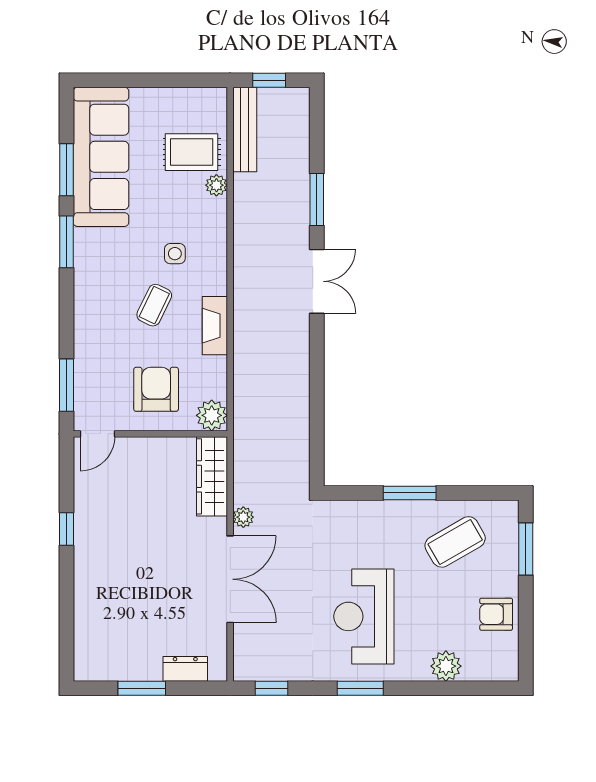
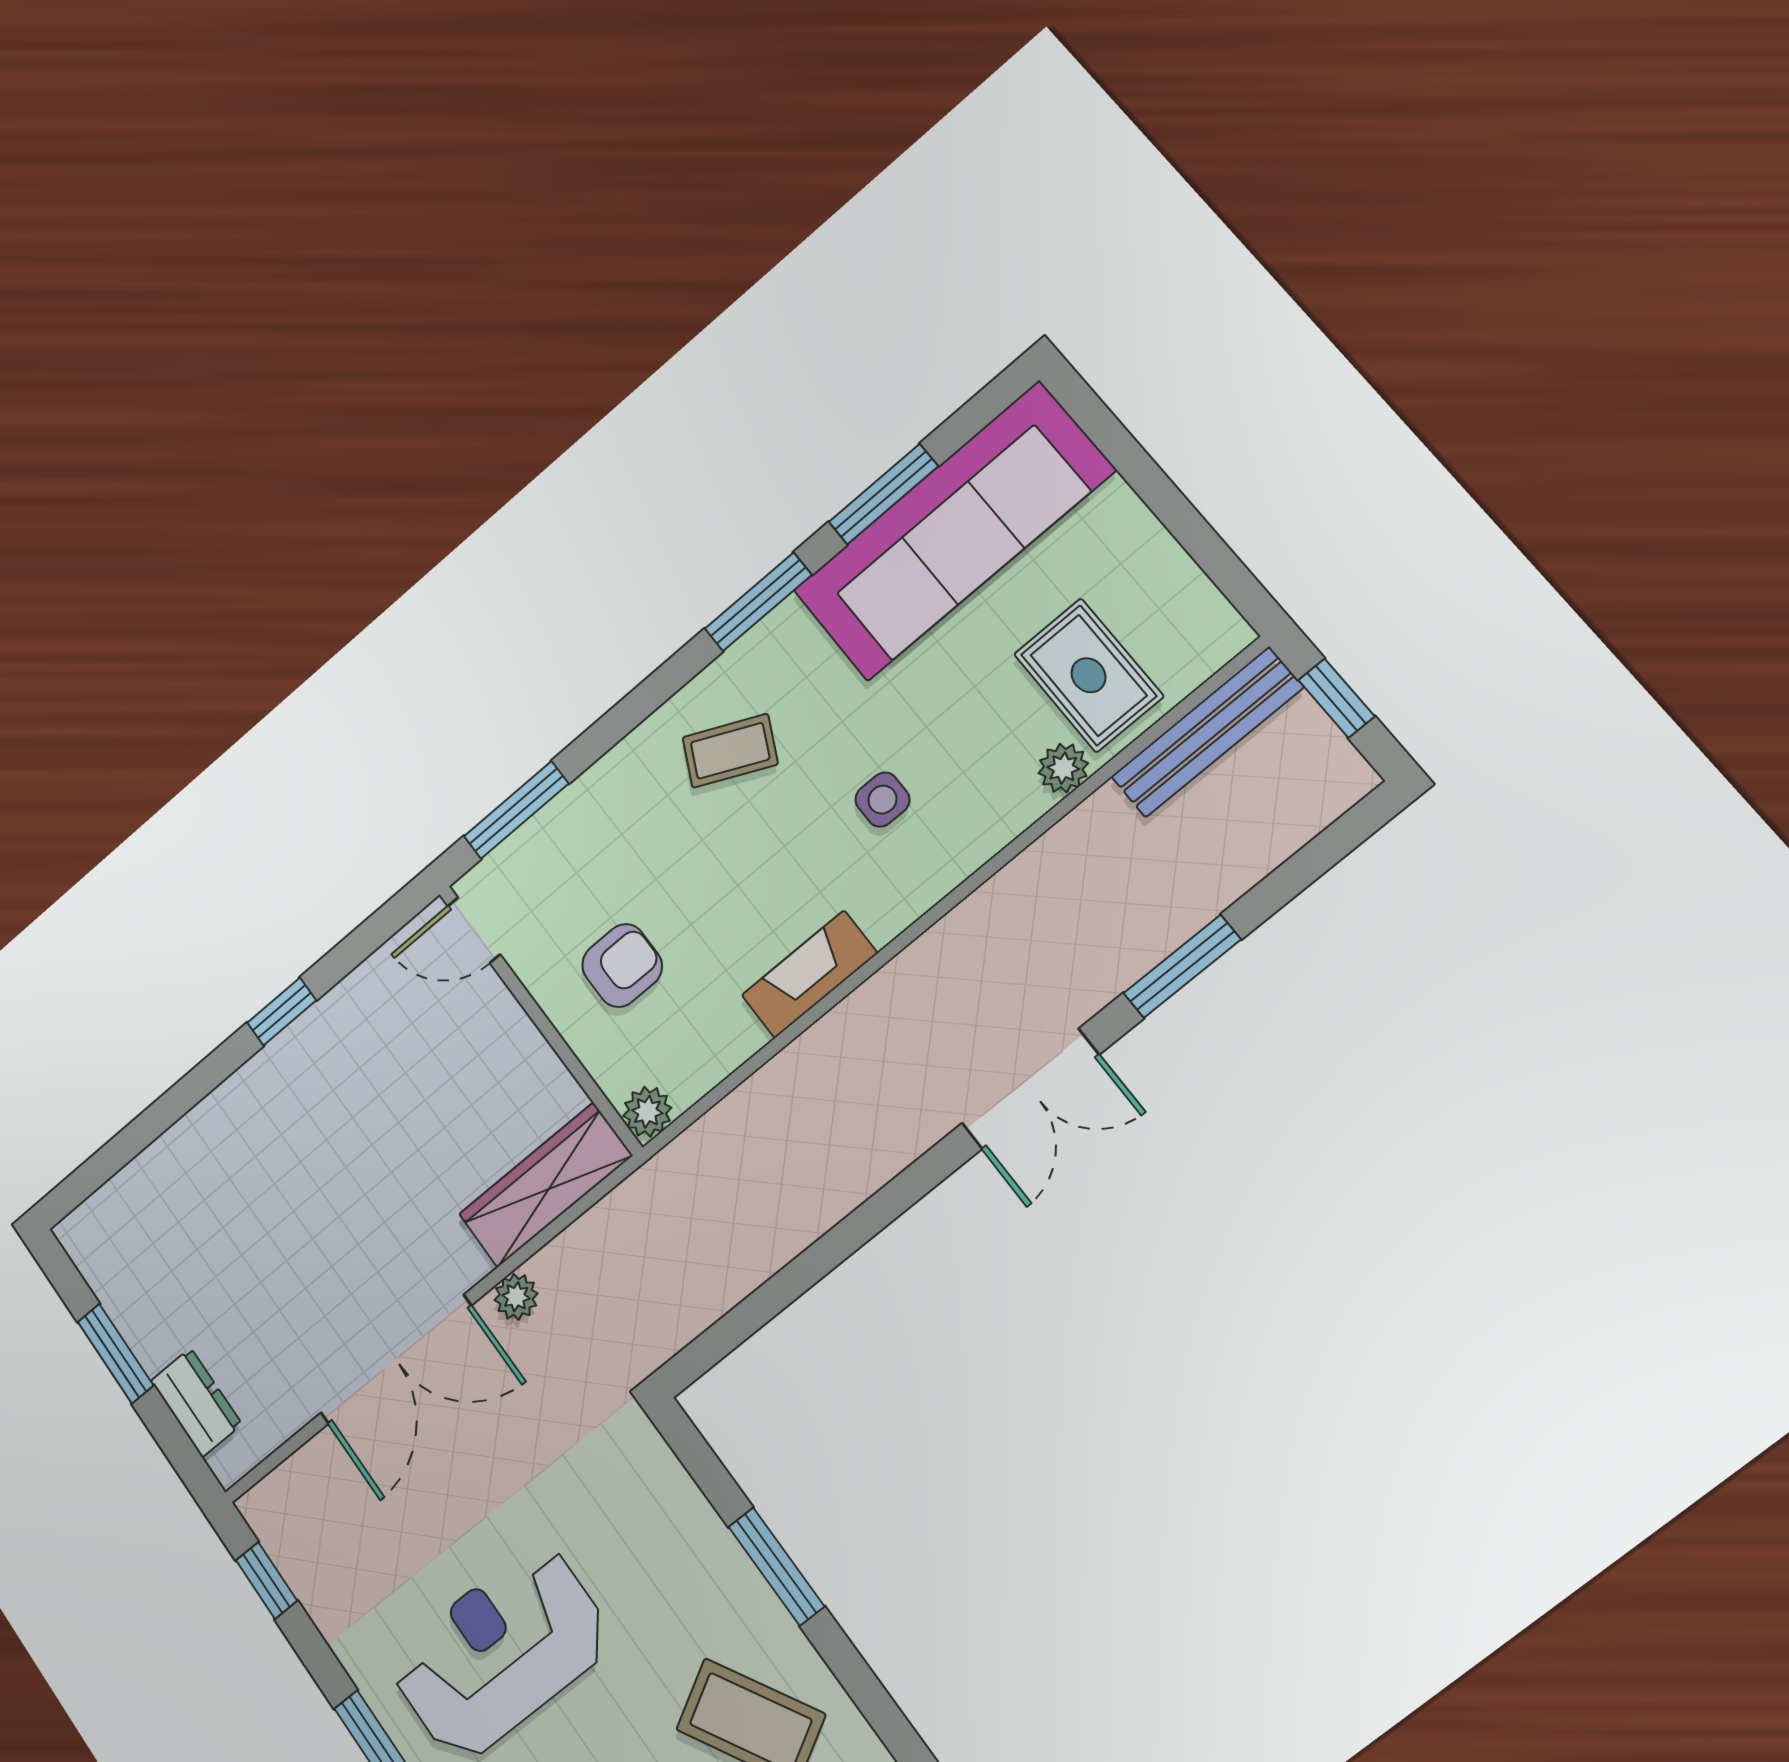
coffee table: (154, 305) -> (730, 751), moved
armchair: (156, 389) -> (622, 966), width x0.72, depth x0.72
plant: (212, 415) -> (647, 1112), width x0.73, depth x0.73

